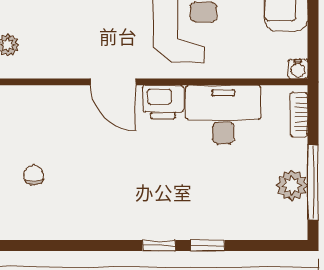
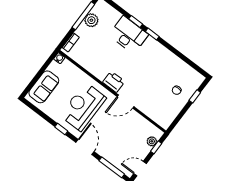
door: (113, 82) -> (126, 102), swing flipped
desk: (223, 115) -> (128, 35), moved, turned 180

